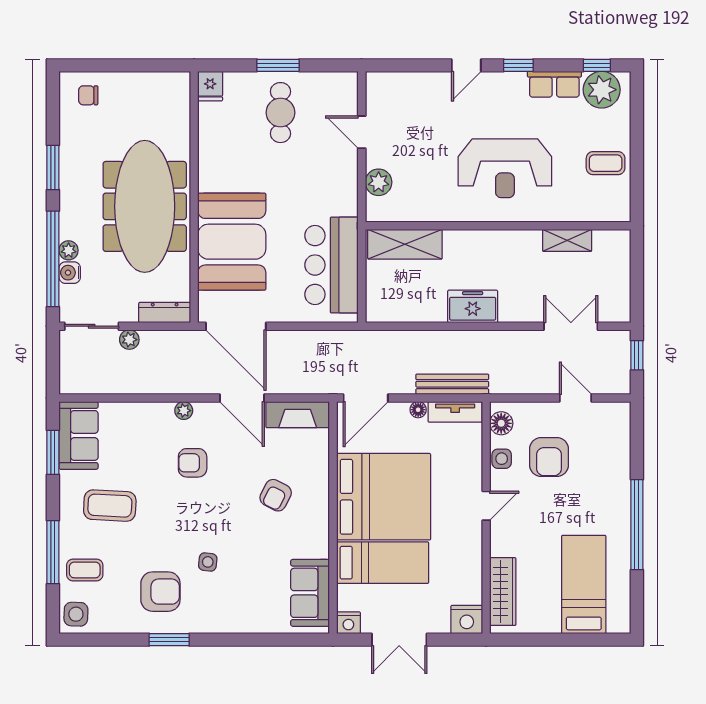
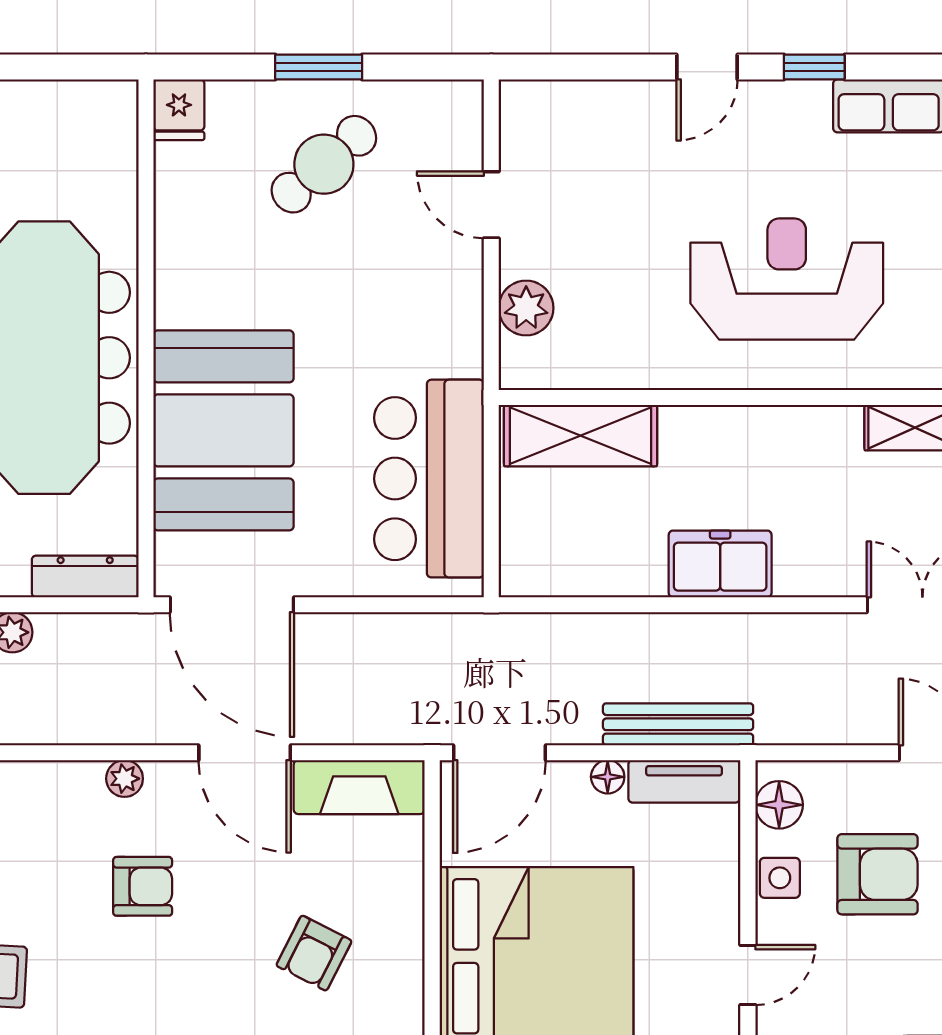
cafe table: (280, 113) -> (324, 164), turned 49
reception desk: (505, 168) -> (787, 279), turned 180
armchair: (549, 457) -> (878, 874), turned -90
armchair: (193, 463) -> (143, 886), turned 180

